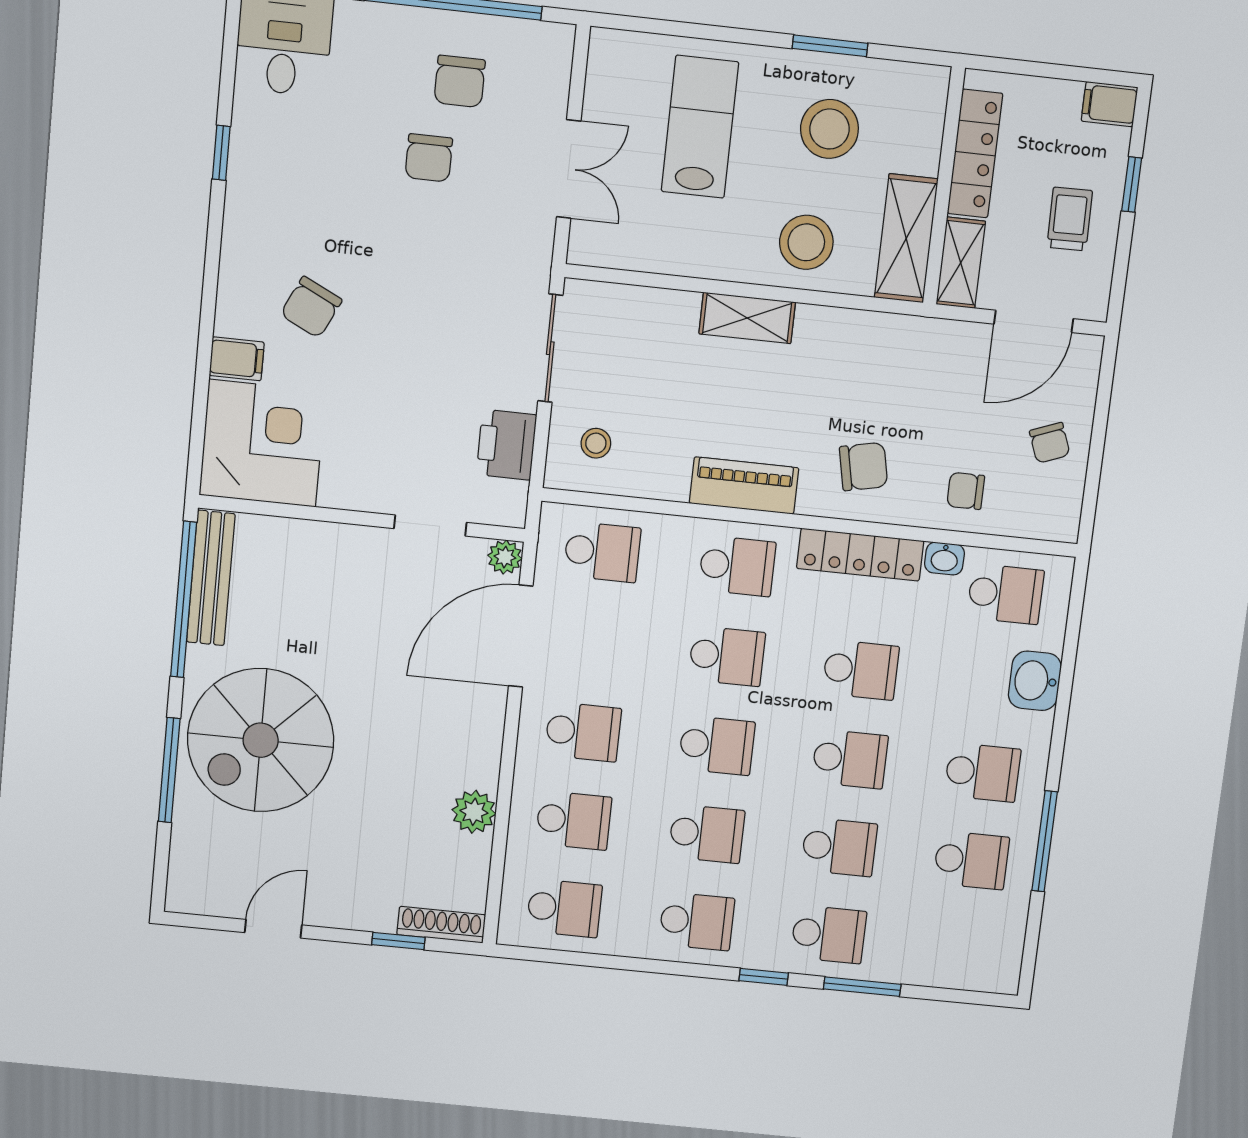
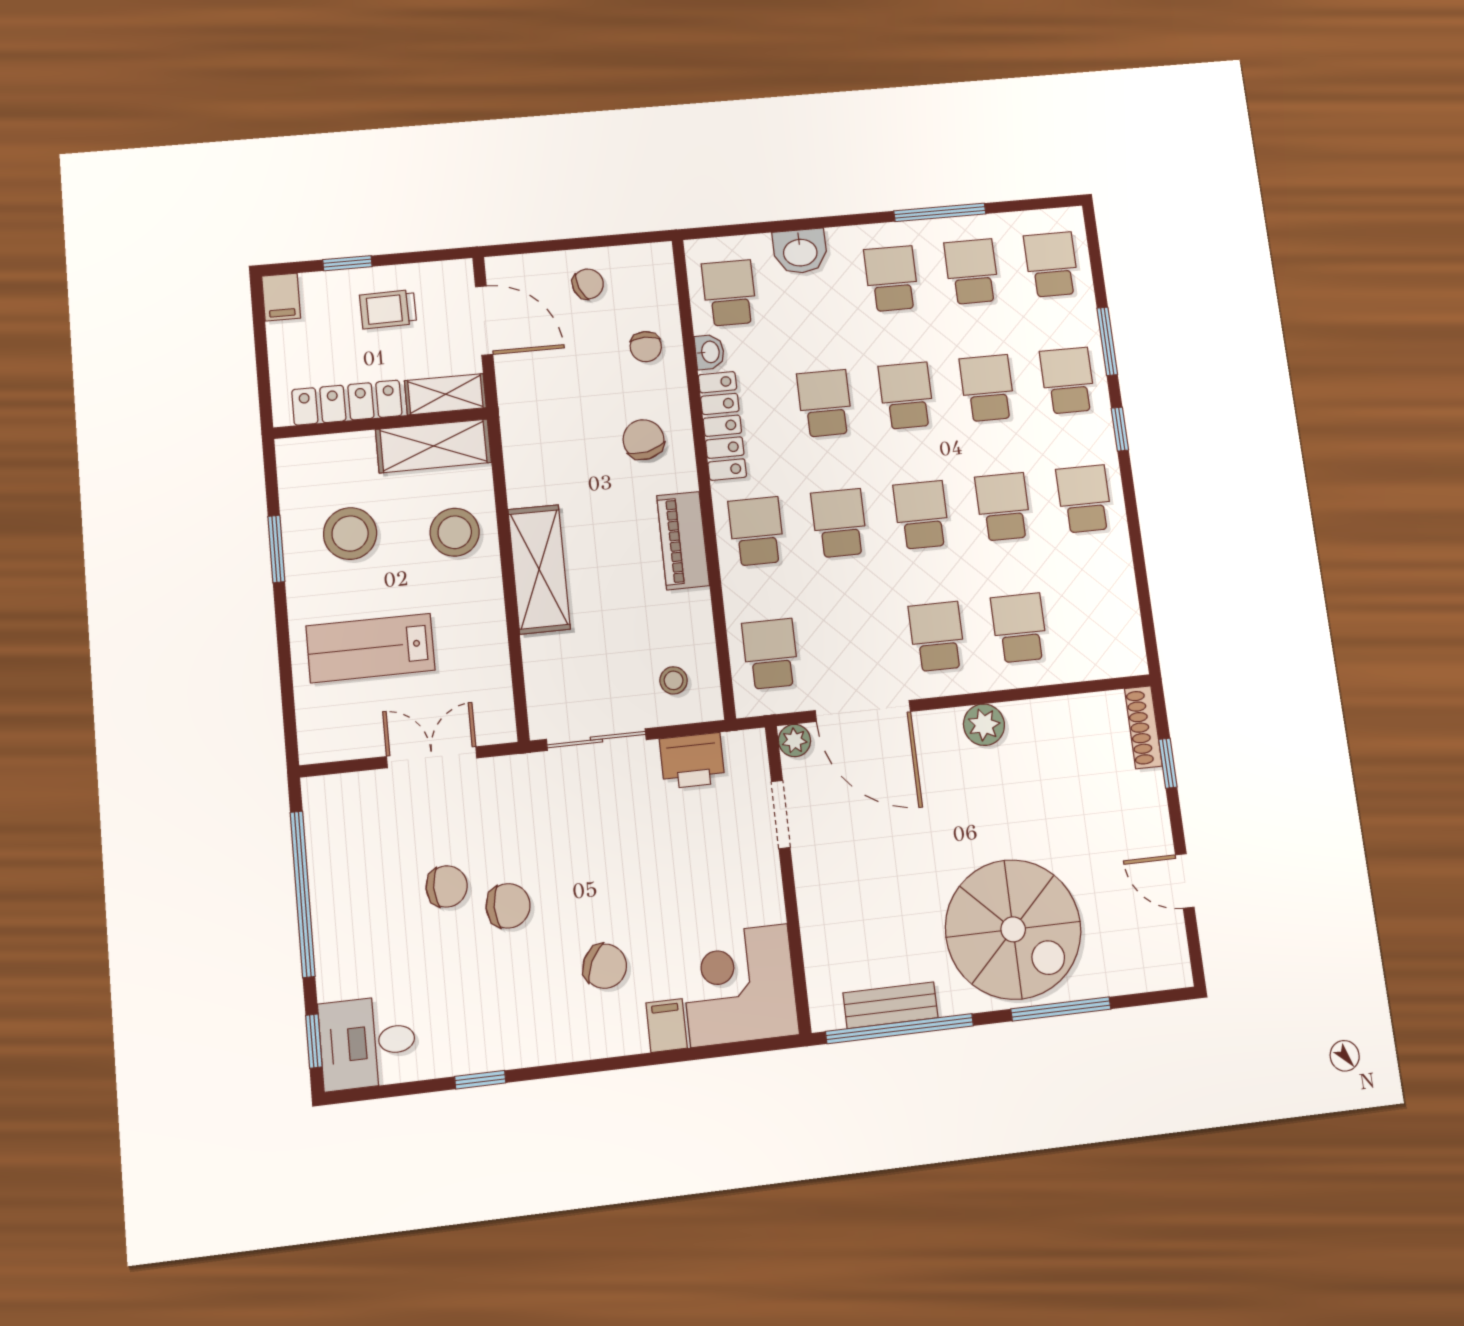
chair: (460, 81) -> (508, 906), moved
shelving: (747, 318) -> (539, 569), width x1.50, depth x1.33
bench: (211, 578) -> (891, 1005), width x0.73
plant: (474, 812) -> (984, 725), moved
school desk: (564, 908) -> (1051, 264), moved

